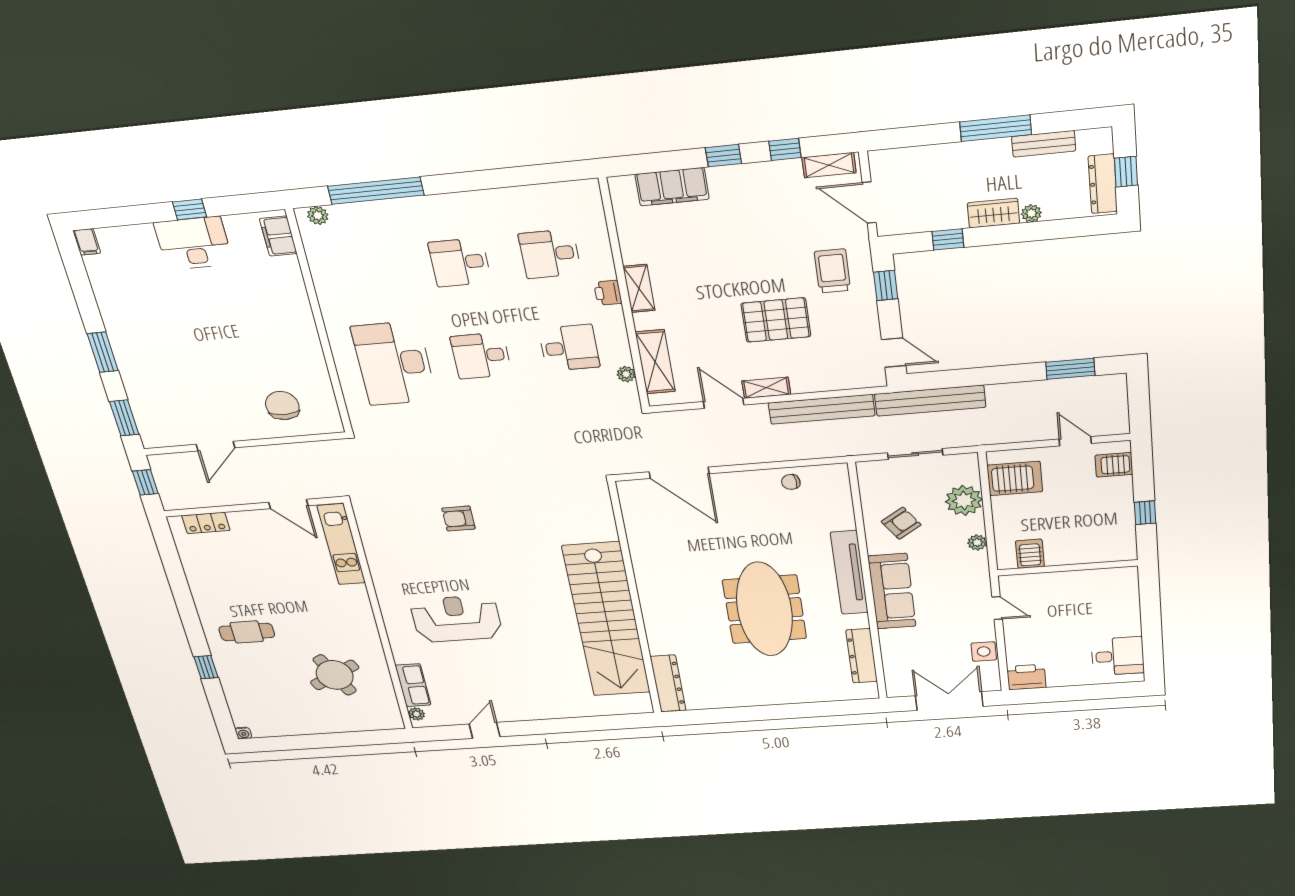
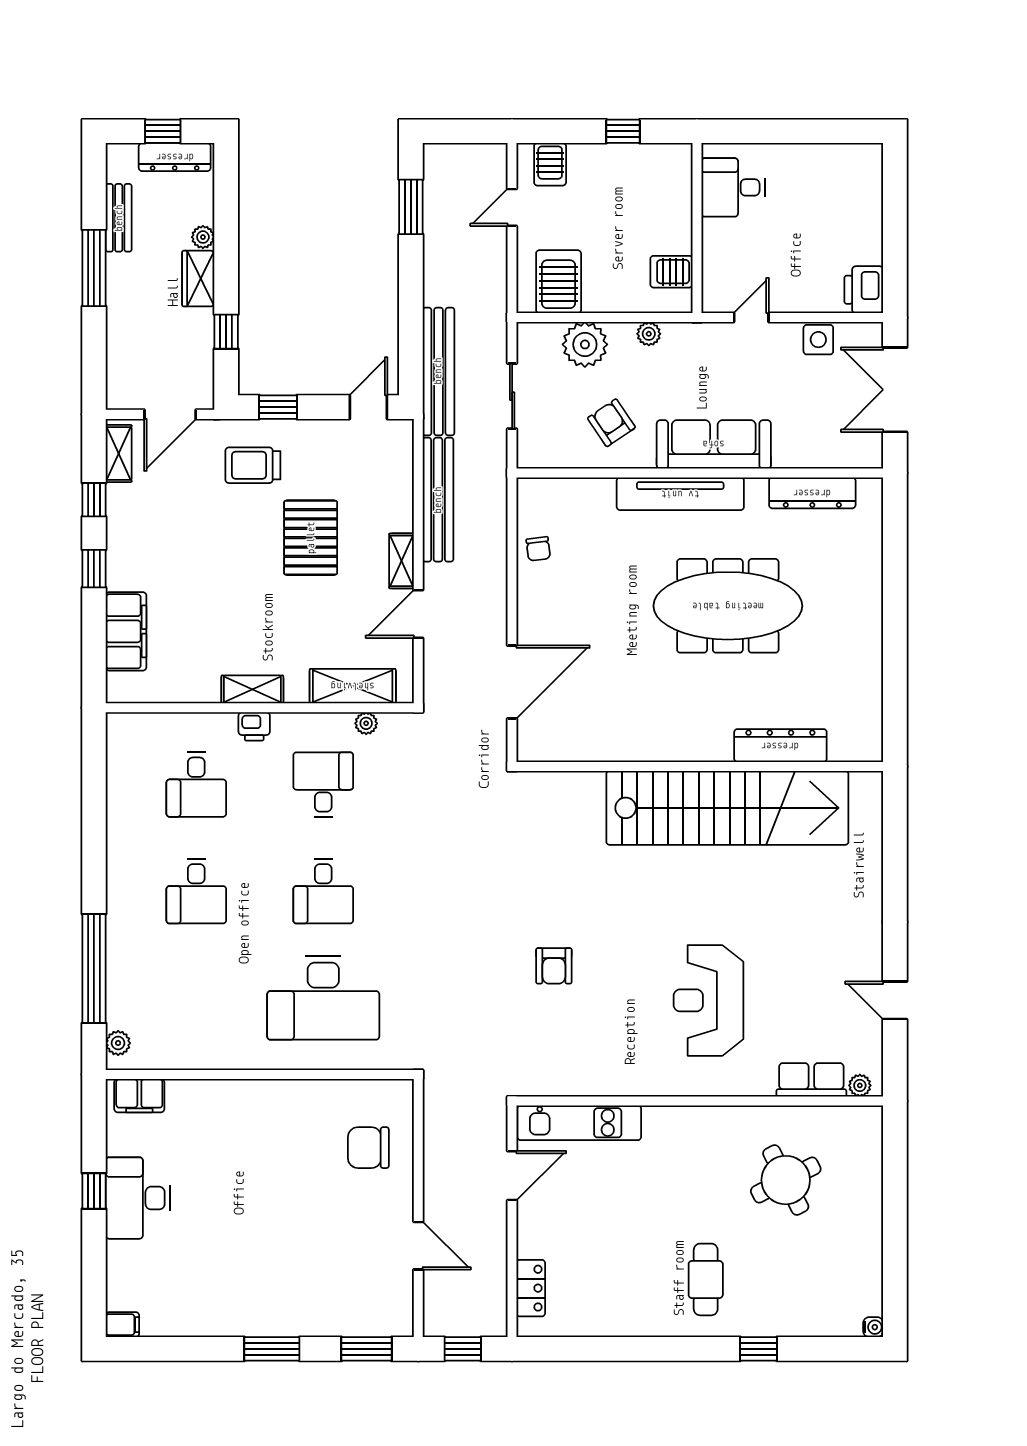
desk: (1118, 656) -> (733, 187), moved, turned -90
dresser: (668, 683) -> (780, 746), moved

